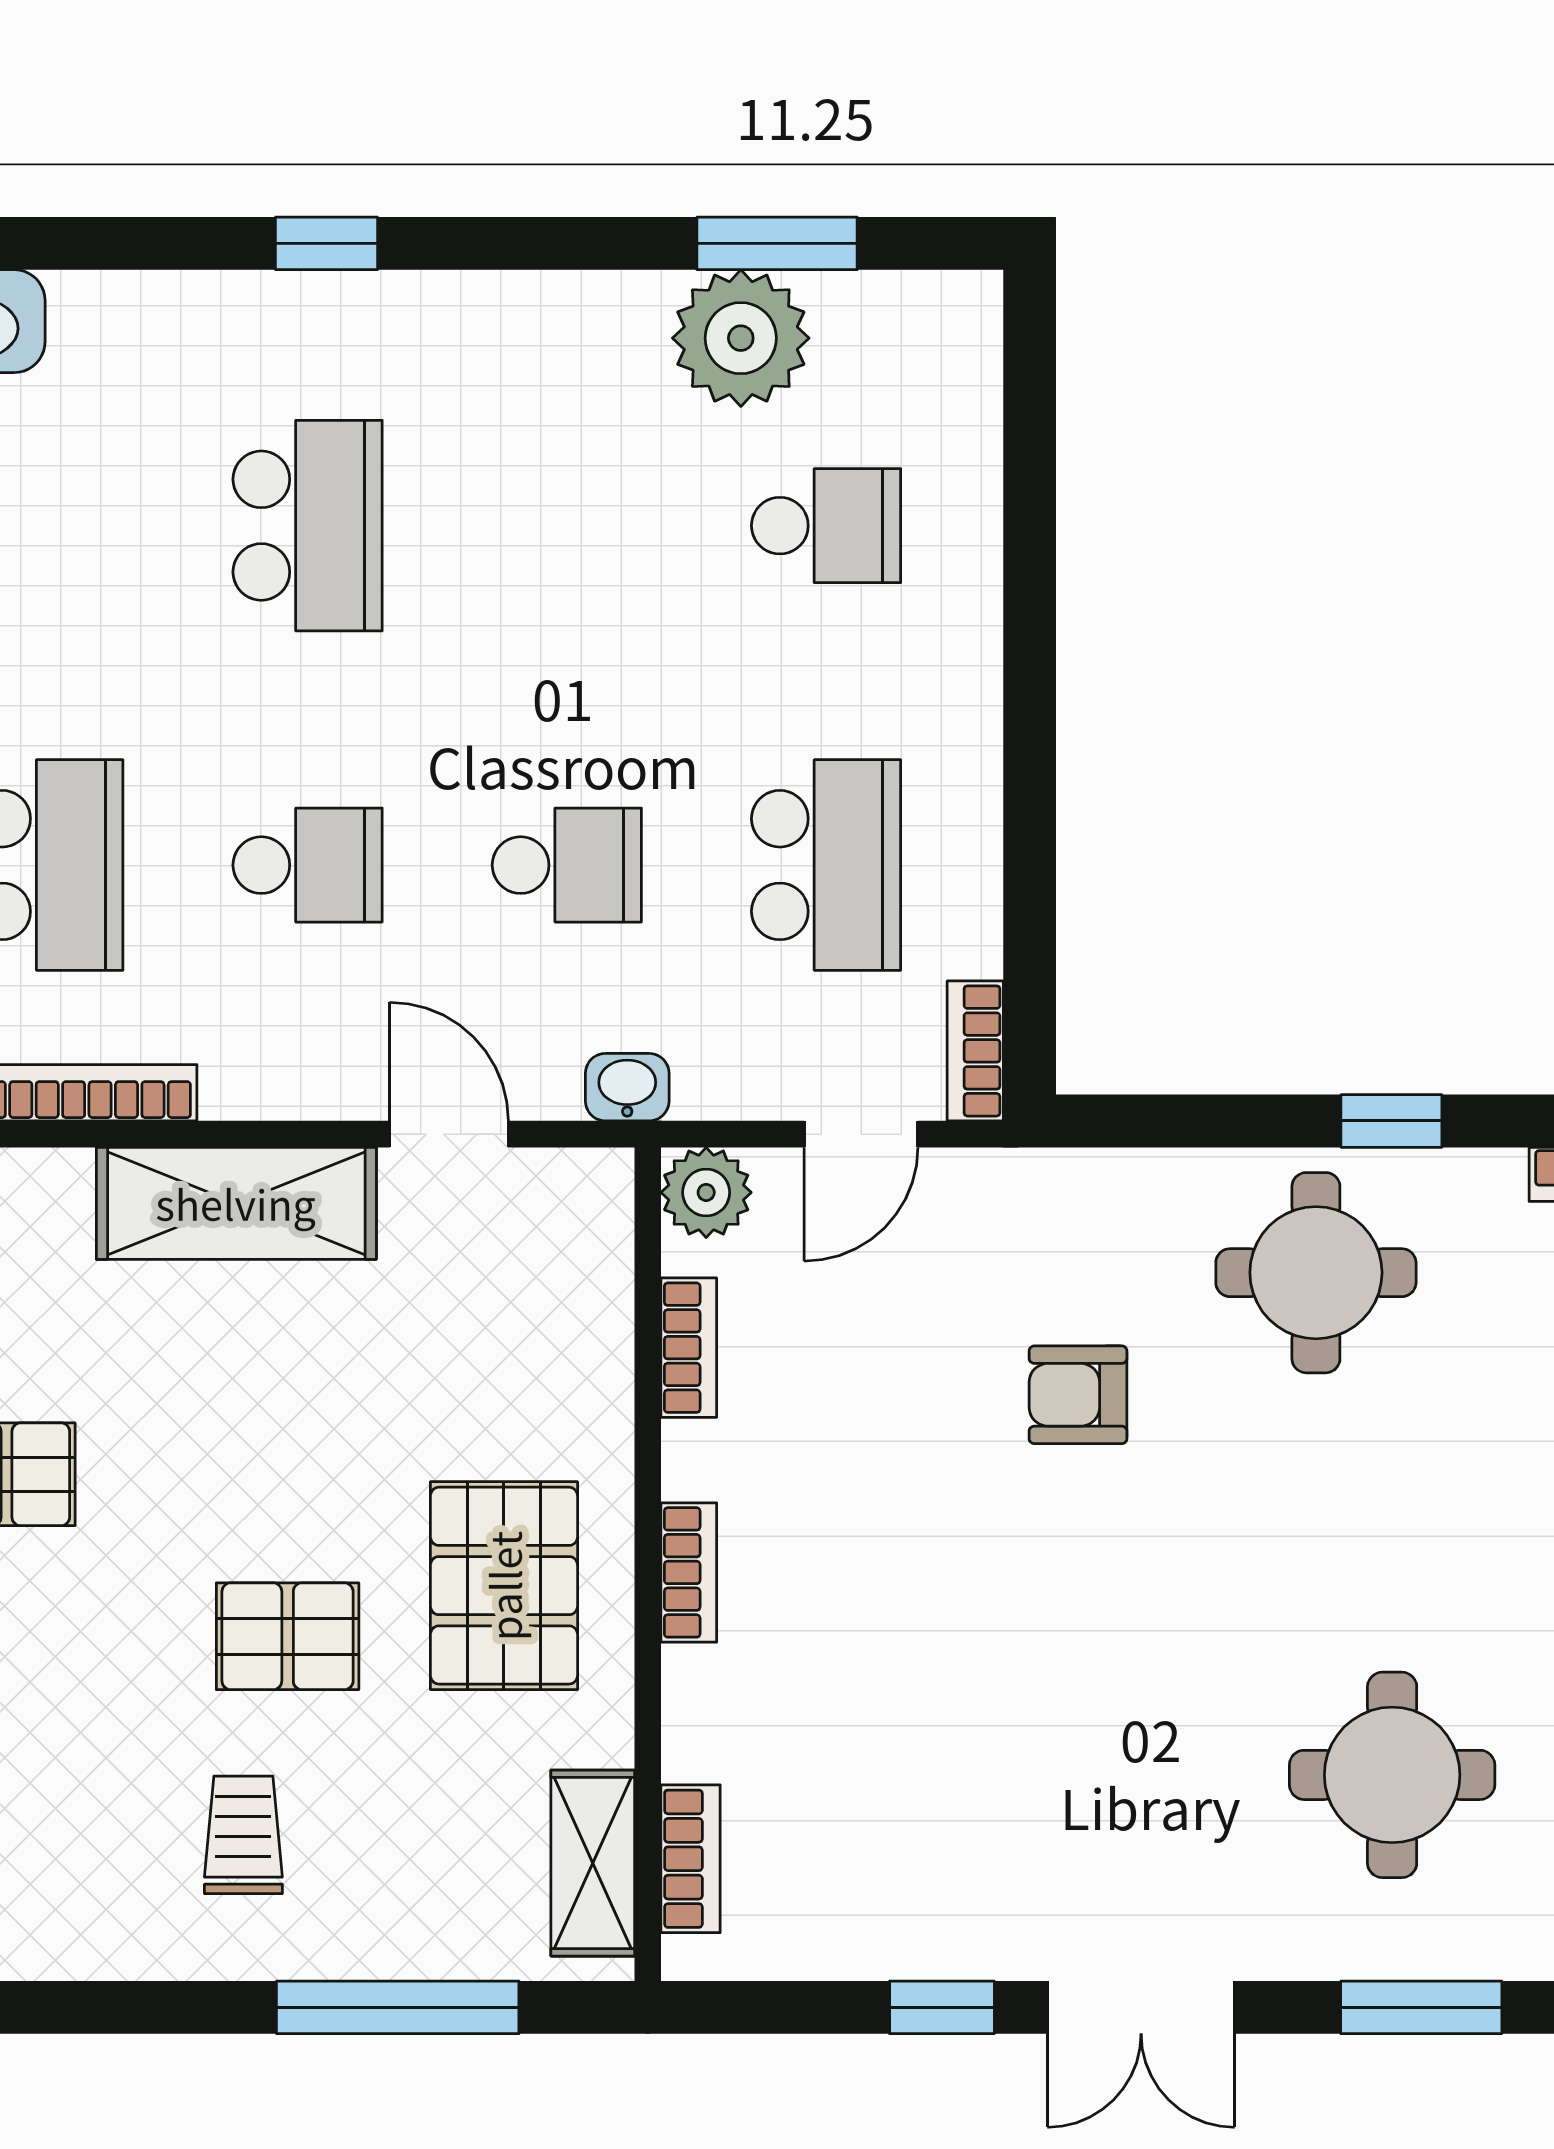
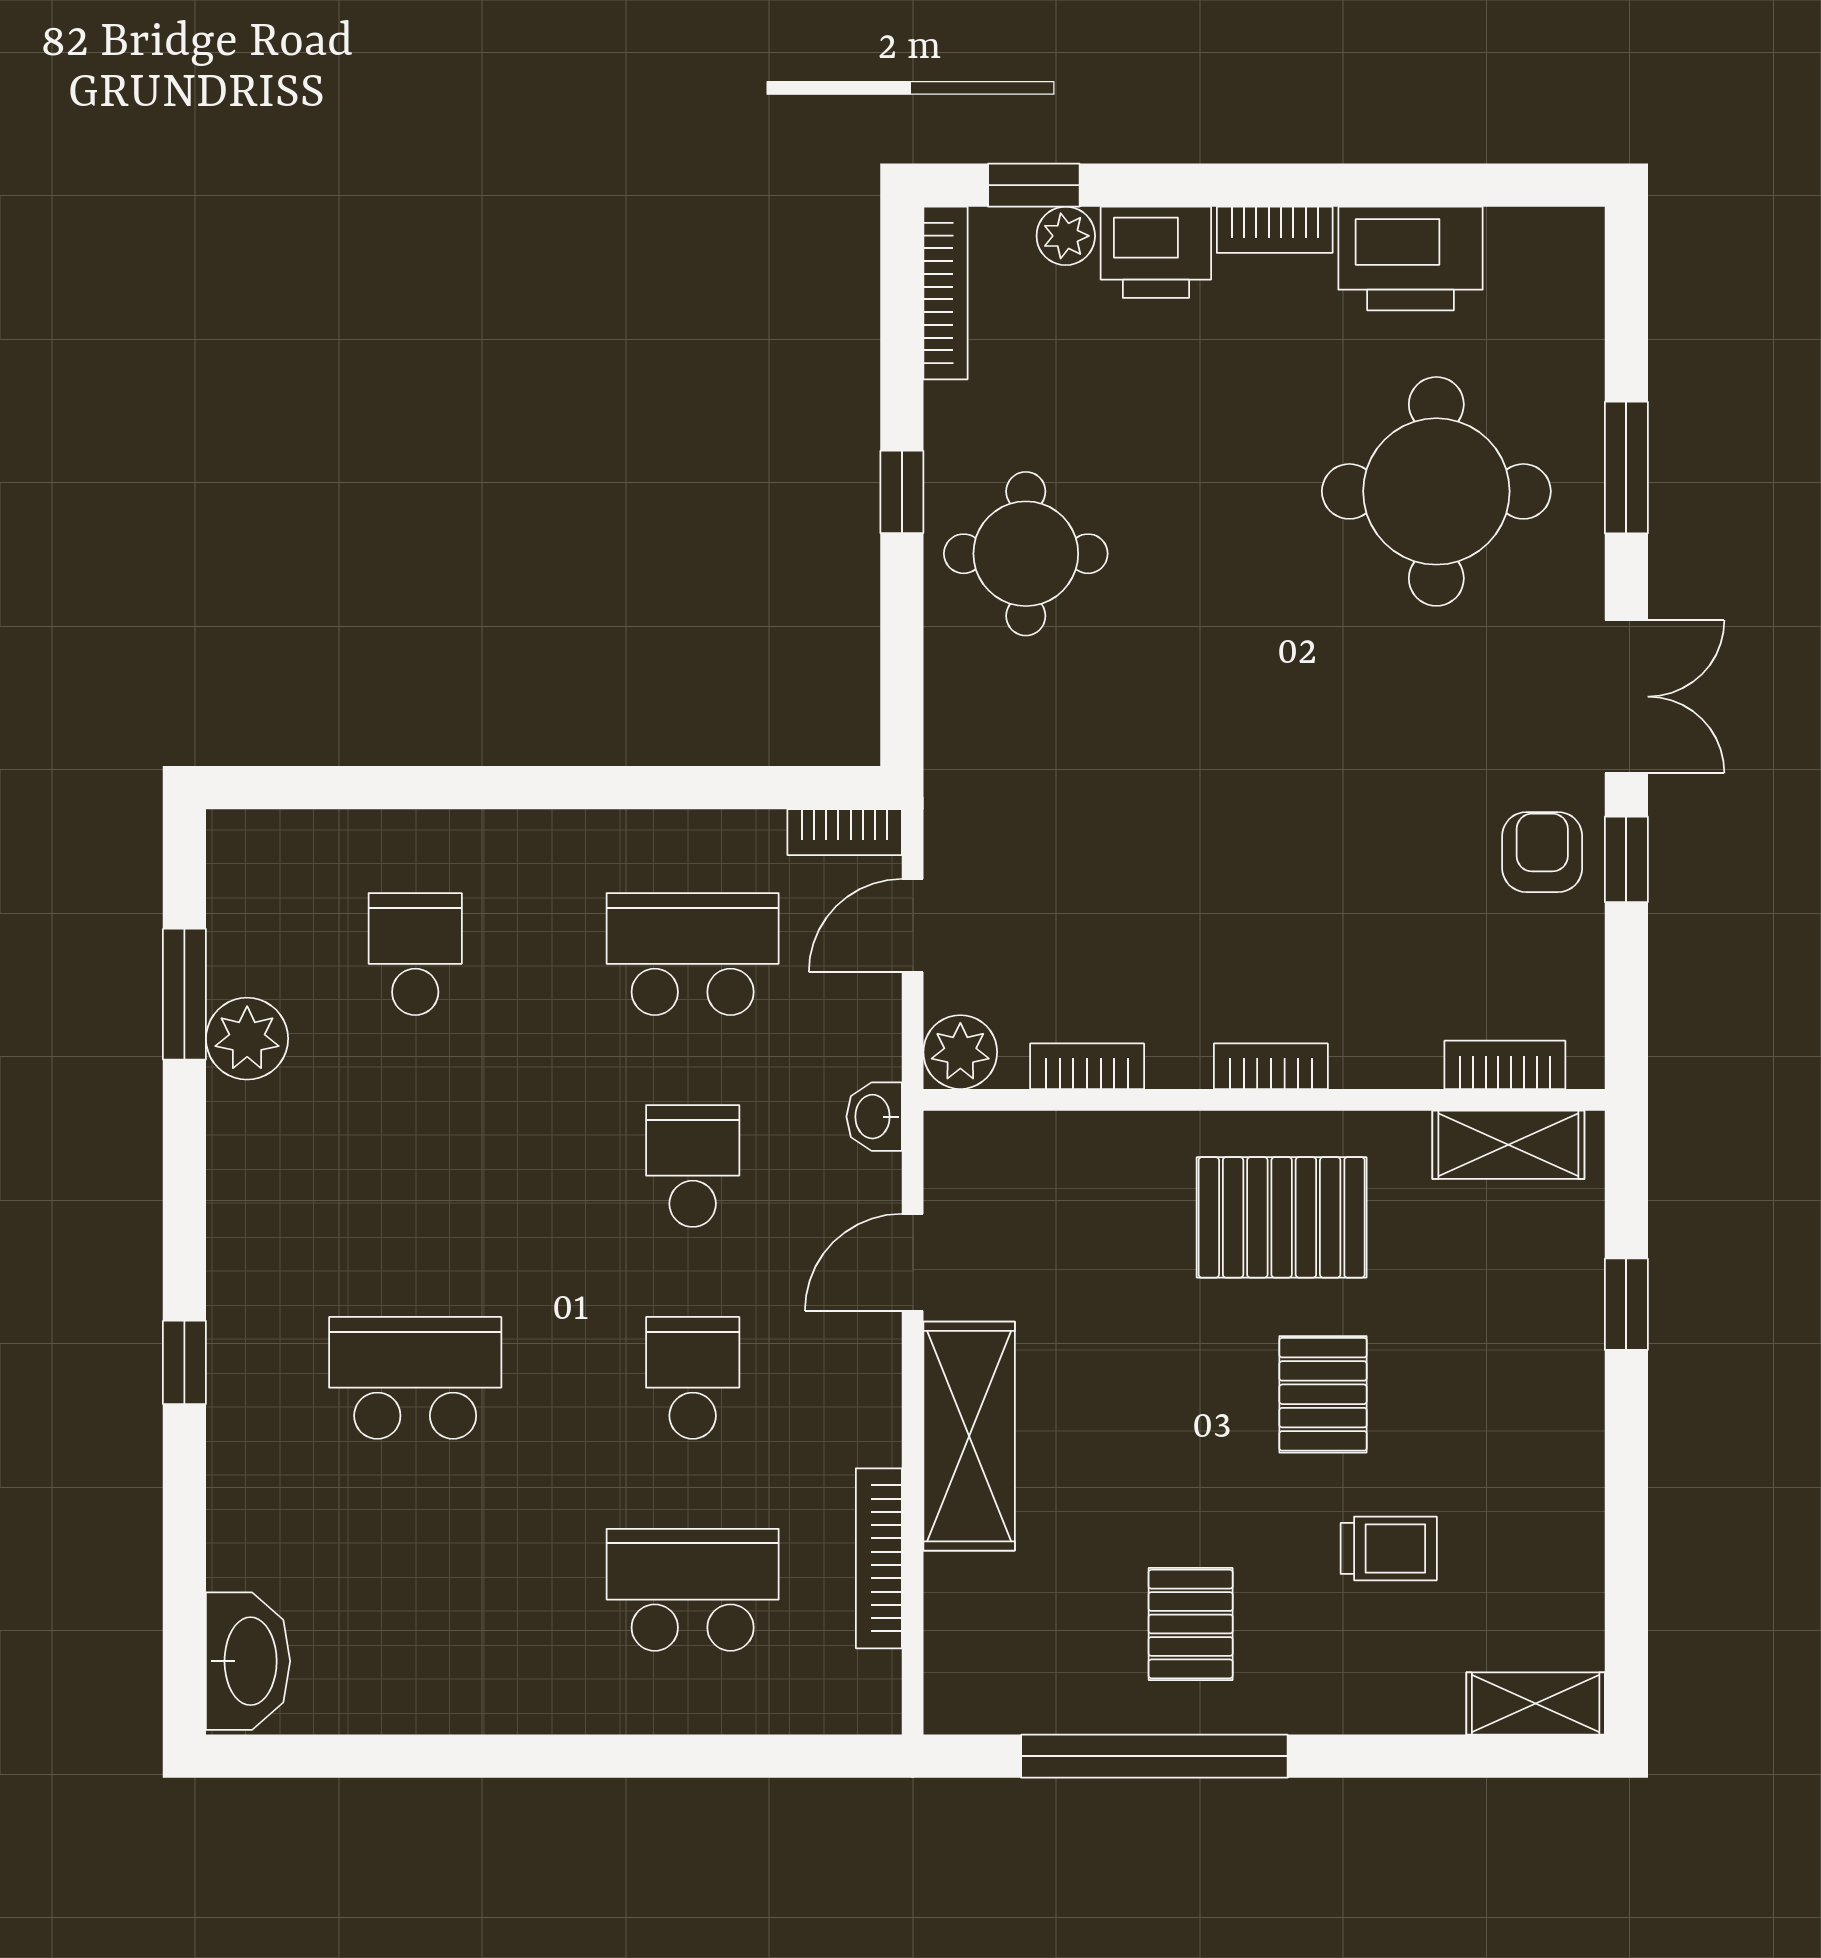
plant: (741, 338) -> (247, 1039), width x0.73, depth x0.73
door: (861, 1134) -> (913, 926), swing flipped
armchair: (1078, 1395) -> (1542, 852), moved, turned 180
round table: (1392, 1775) -> (1436, 491), width x1.36, depth x1.36
trolley: (243, 1835) -> (1389, 1548), moved, turned 180
window: (398, 2007) -> (1626, 1304), width x0.46

